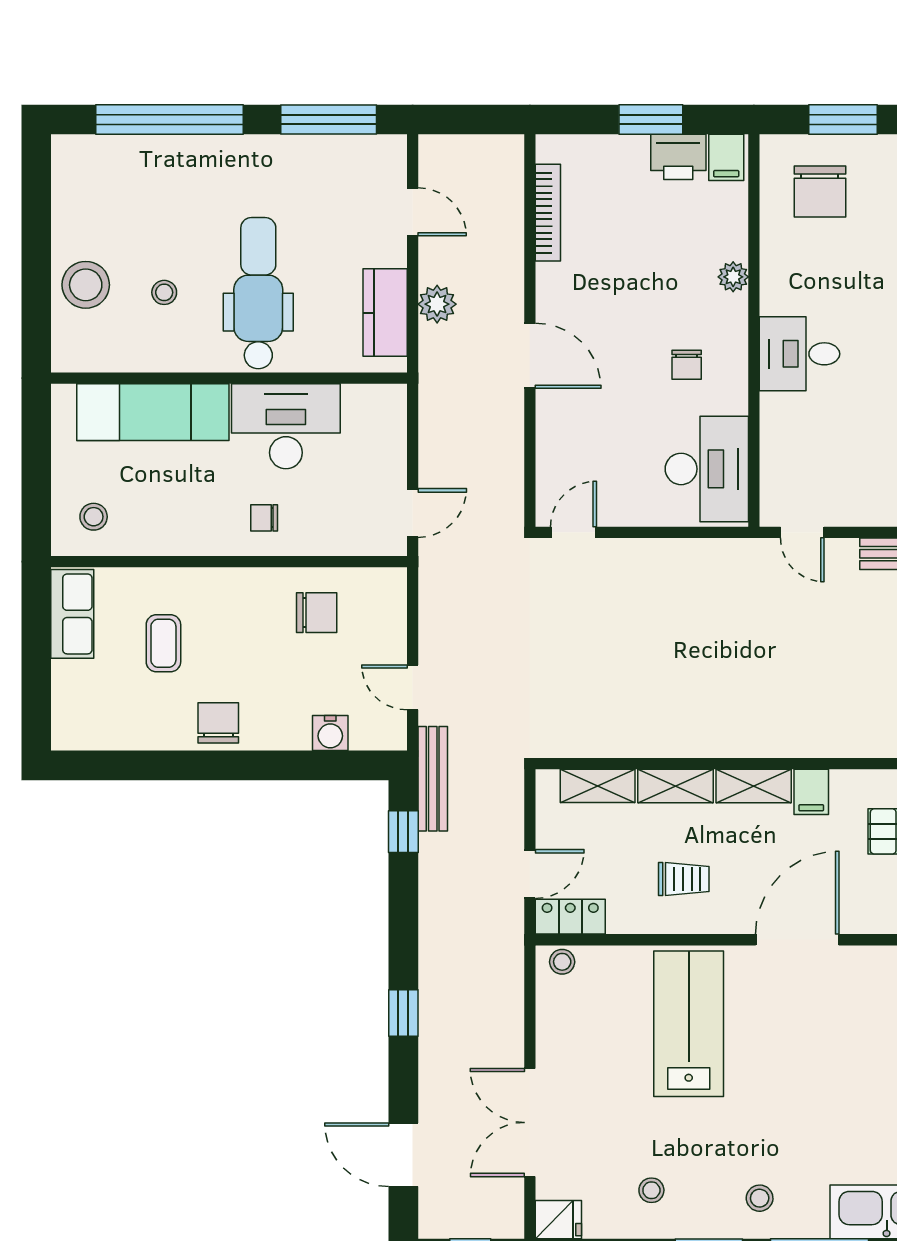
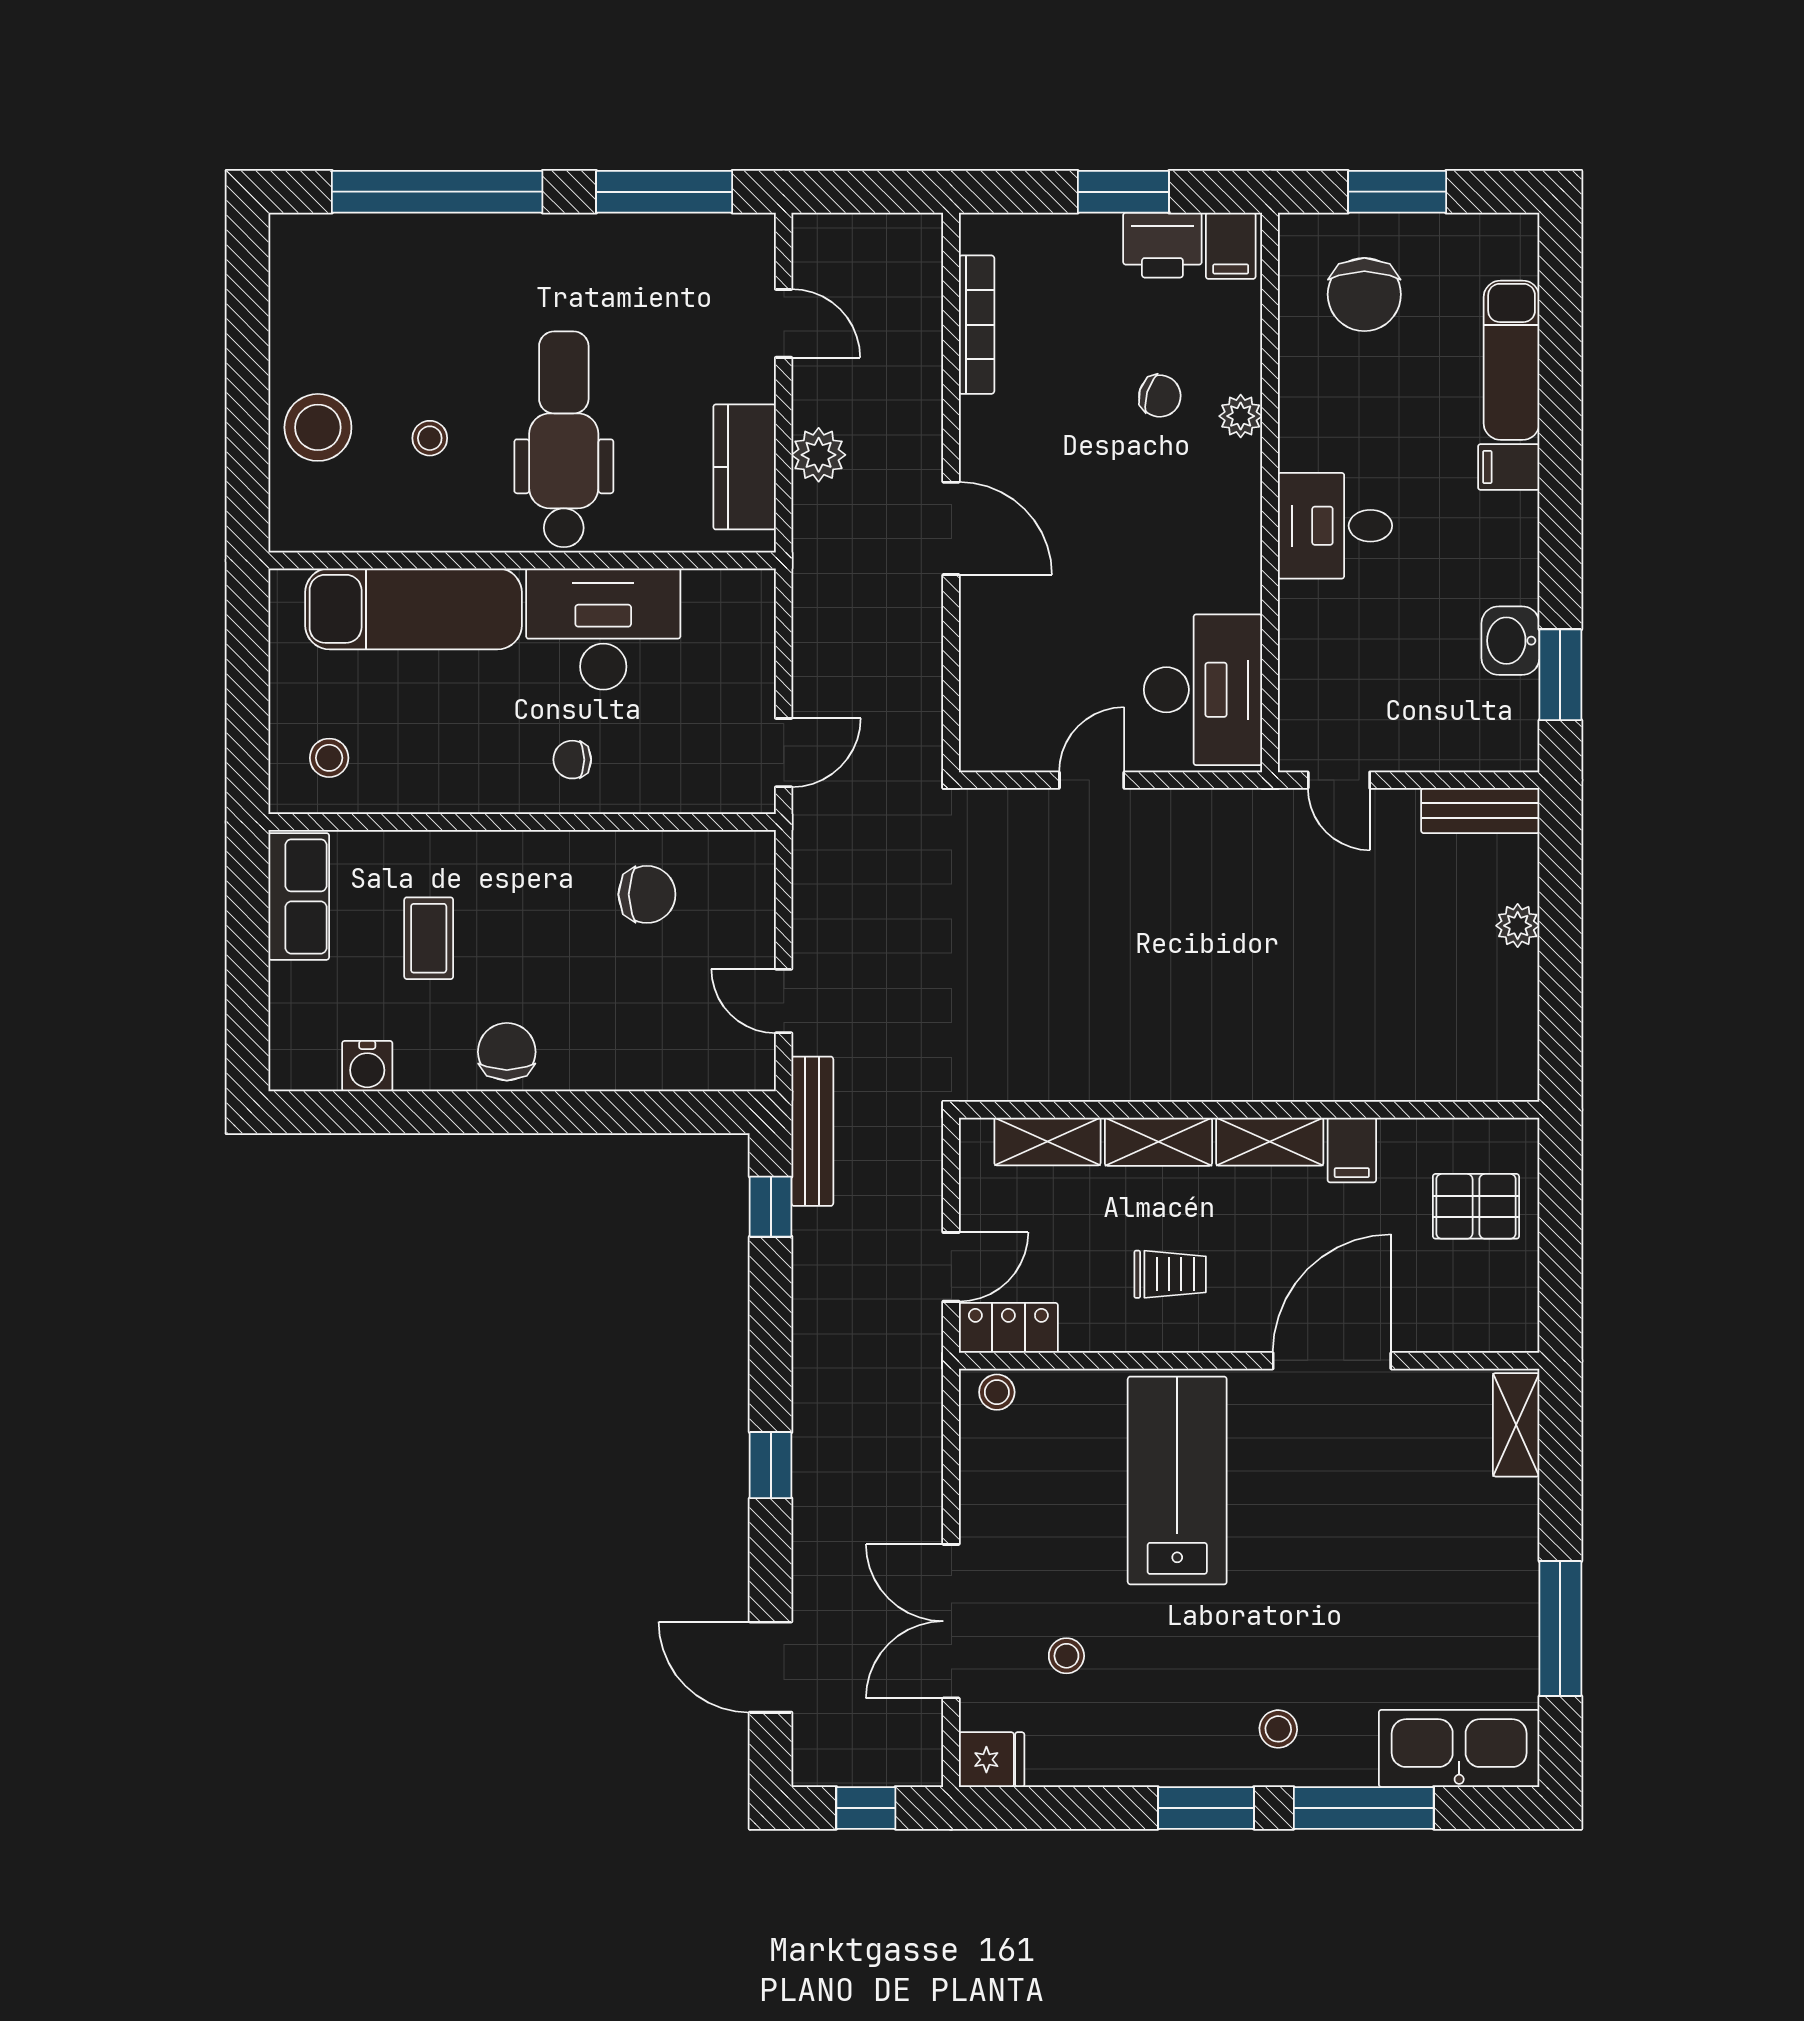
chair: (687, 365) -> (1160, 396), moved, turned -73
door: (574, 532) -> (1092, 780), moved
water cooler: (330, 733) -> (367, 1066), moved
stool: (651, 1190) -> (1066, 1656), moved

